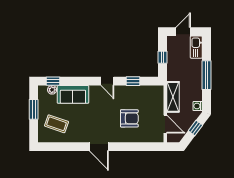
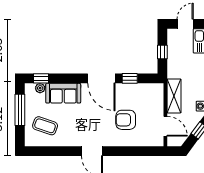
door: (107, 81) -> (101, 78), width x1.88
window: (34, 109) -> (20, 110), width x1.44
armchair: (129, 118) -> (126, 120), turned 180

